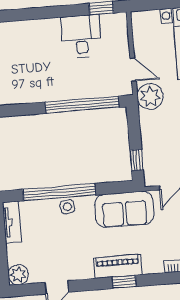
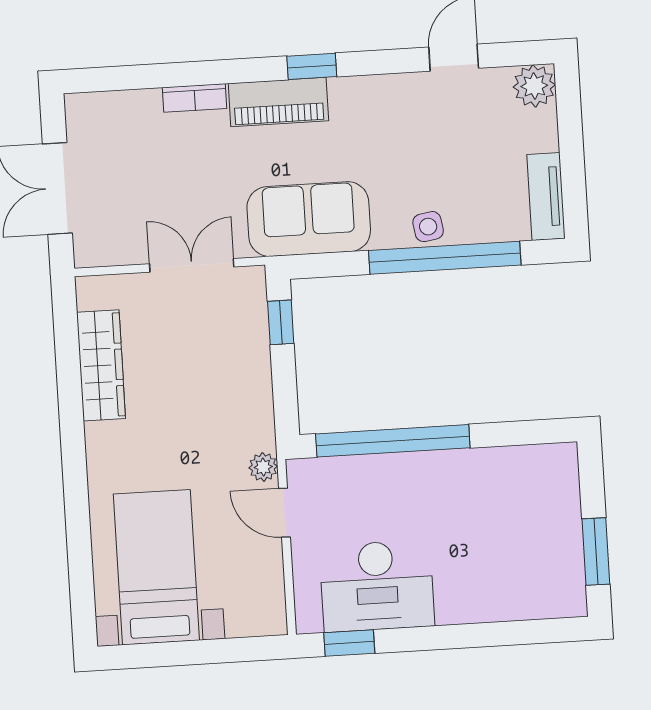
desk: (81, 36) -> (377, 586), width x1.37
plant: (150, 97) -> (263, 467), width x0.53, depth x0.53
piano: (118, 266) -> (278, 102), moved

